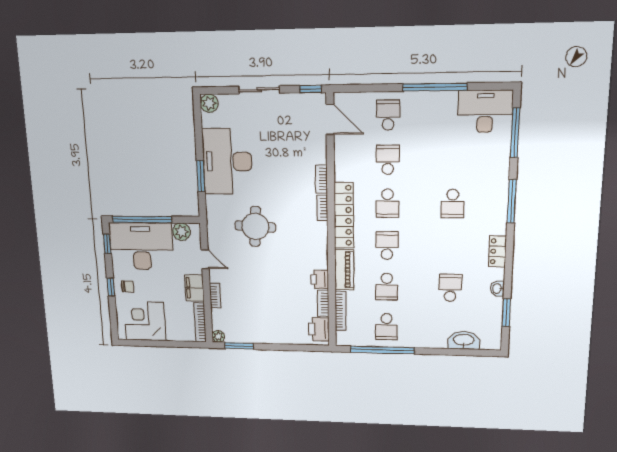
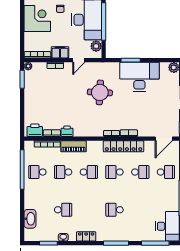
locker: (344, 215) -> (124, 146), moved

